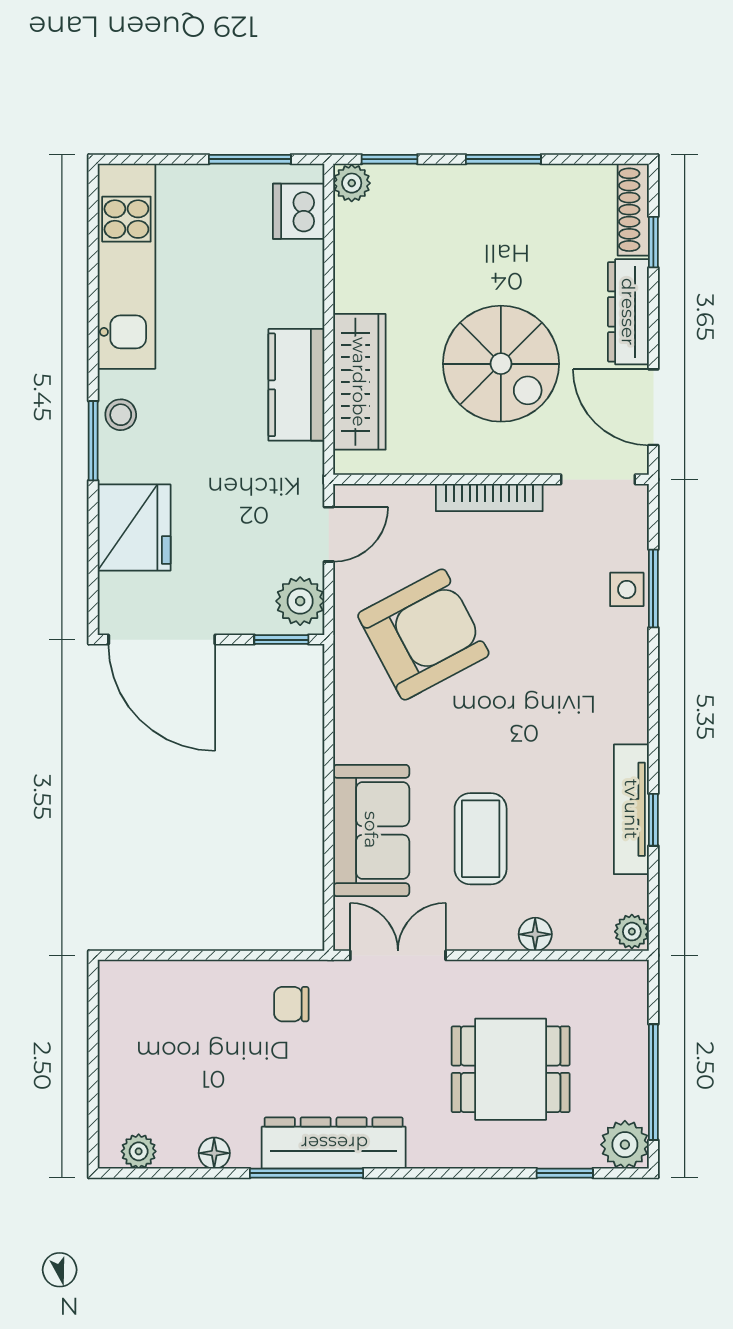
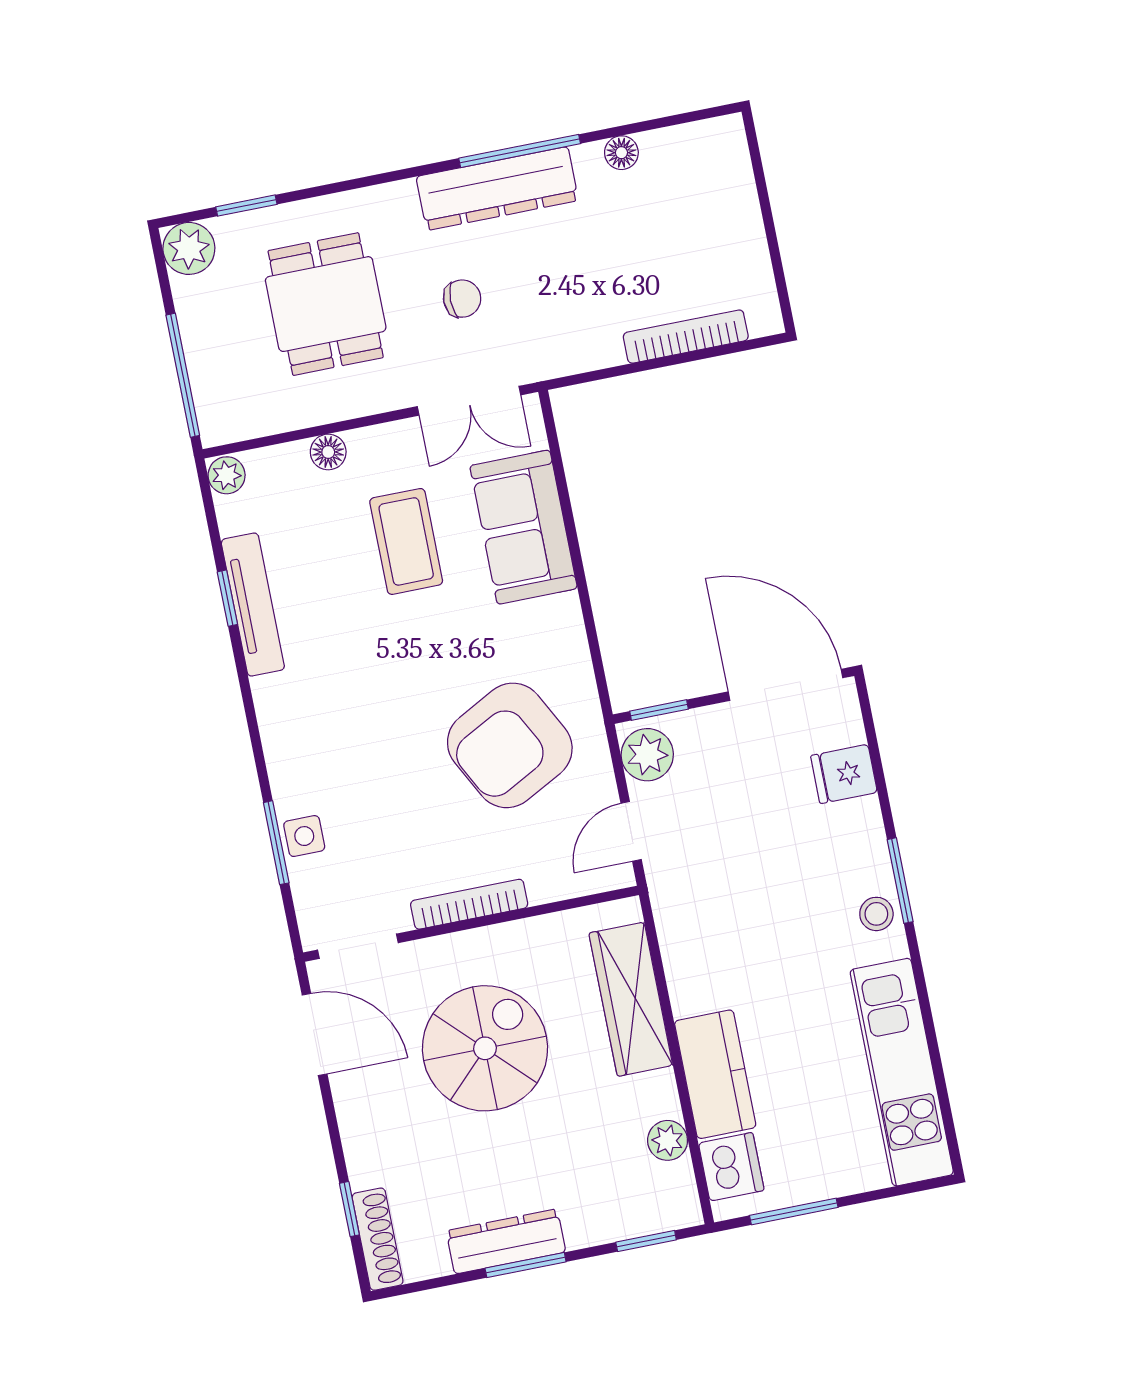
plant: (352, 183) -> (668, 1140), moved
dresser: (628, 312) -> (506, 1241), moved, turned -90
spiral stairs: (501, 364) -> (485, 1048), turned 90
kitchen counter: (296, 385) -> (715, 1074), moved
fridge: (134, 528) -> (844, 774), width x0.53, depth x0.75
bookcase: (189, 974) -> (686, 337), added
chair: (291, 1004) -> (462, 299), moved
dining table: (511, 1069) -> (326, 304), turned 90
window: (653, 1082) -> (183, 375), moved
plant: (139, 1151) -> (702, 139), removed

